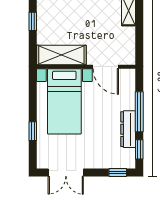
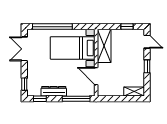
door: (106, 67) -> (96, 76), hinge flipped
window: (139, 112) -> (76, 99), moved
window: (33, 131) -> (52, 27), width x3.17

